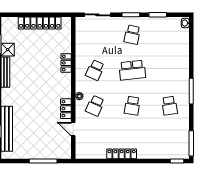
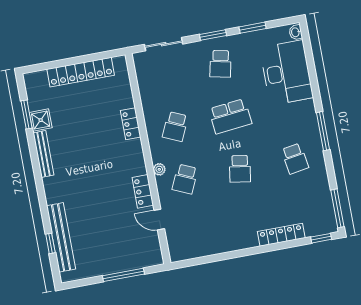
desk: (174, 48) -> (286, 73), added
locker: (122, 154) -> (281, 235), moved

